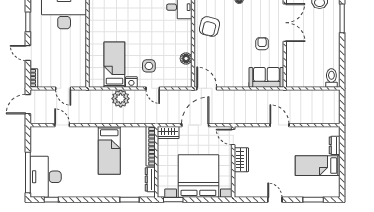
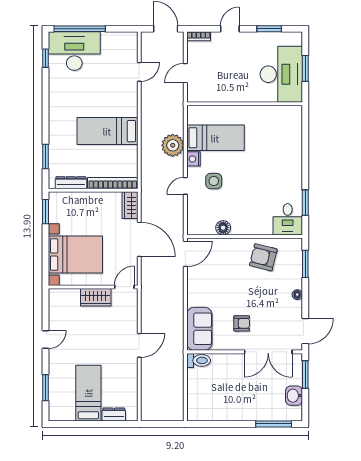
toilet: (331, 78) -> (199, 360), moved
bed with nightstands: (198, 176) -> (75, 255), width x0.73

